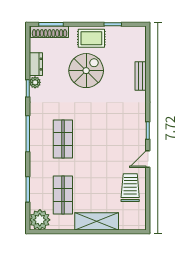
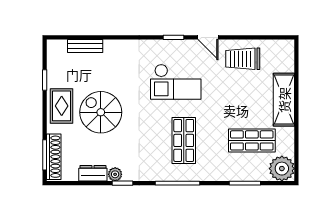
bench: (141, 76) -> (85, 46), moved
checkout: (111, 132) -> (176, 82), added
shop shelf: (63, 139) -> (184, 140), turned 90

